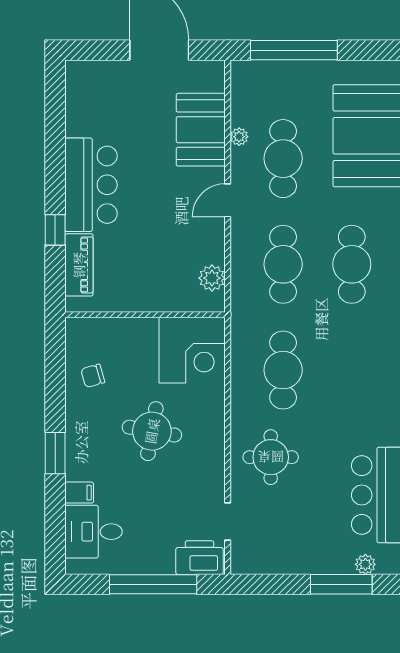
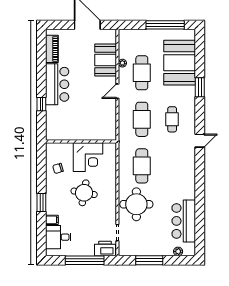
window: (294, 50) -> (165, 25), moved
cafe table: (352, 264) -> (172, 119), width x0.73, depth x0.74
piano: (79, 265) -> (52, 49), moved
plant: (212, 278) -> (110, 125), removed
corner desk: (192, 350) -> (88, 157), moved
round table: (271, 457) -> (136, 204), width x1.36, depth x1.36
window: (341, 584) -> (149, 260), moved

